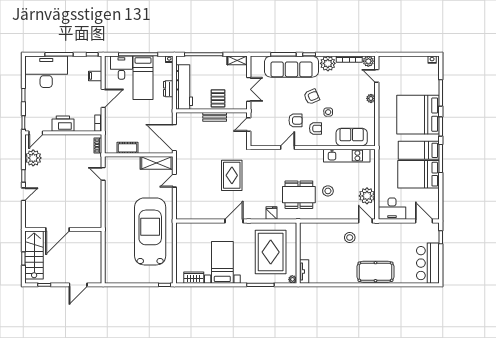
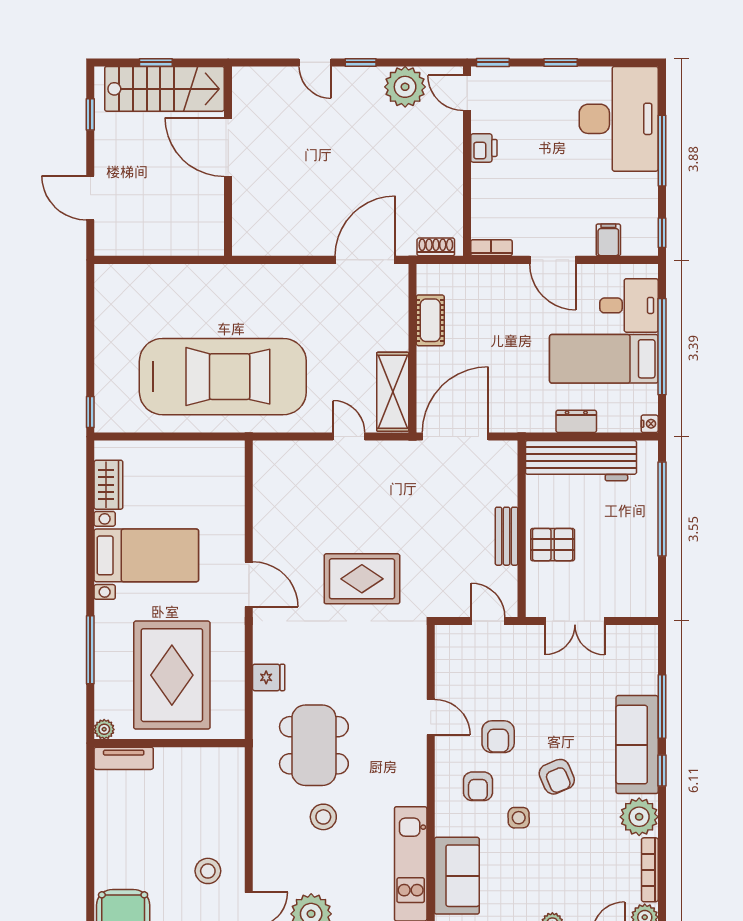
shelving: (237, 60) -> (647, 592), removed
sofa: (292, 67) -> (637, 745), width x0.74, depth x0.79
printer: (63, 124) -> (484, 148), width x0.53, depth x0.68
door: (103, 174) -> (365, 260), width x1.88
rug: (271, 252) -> (172, 675), turned 90

